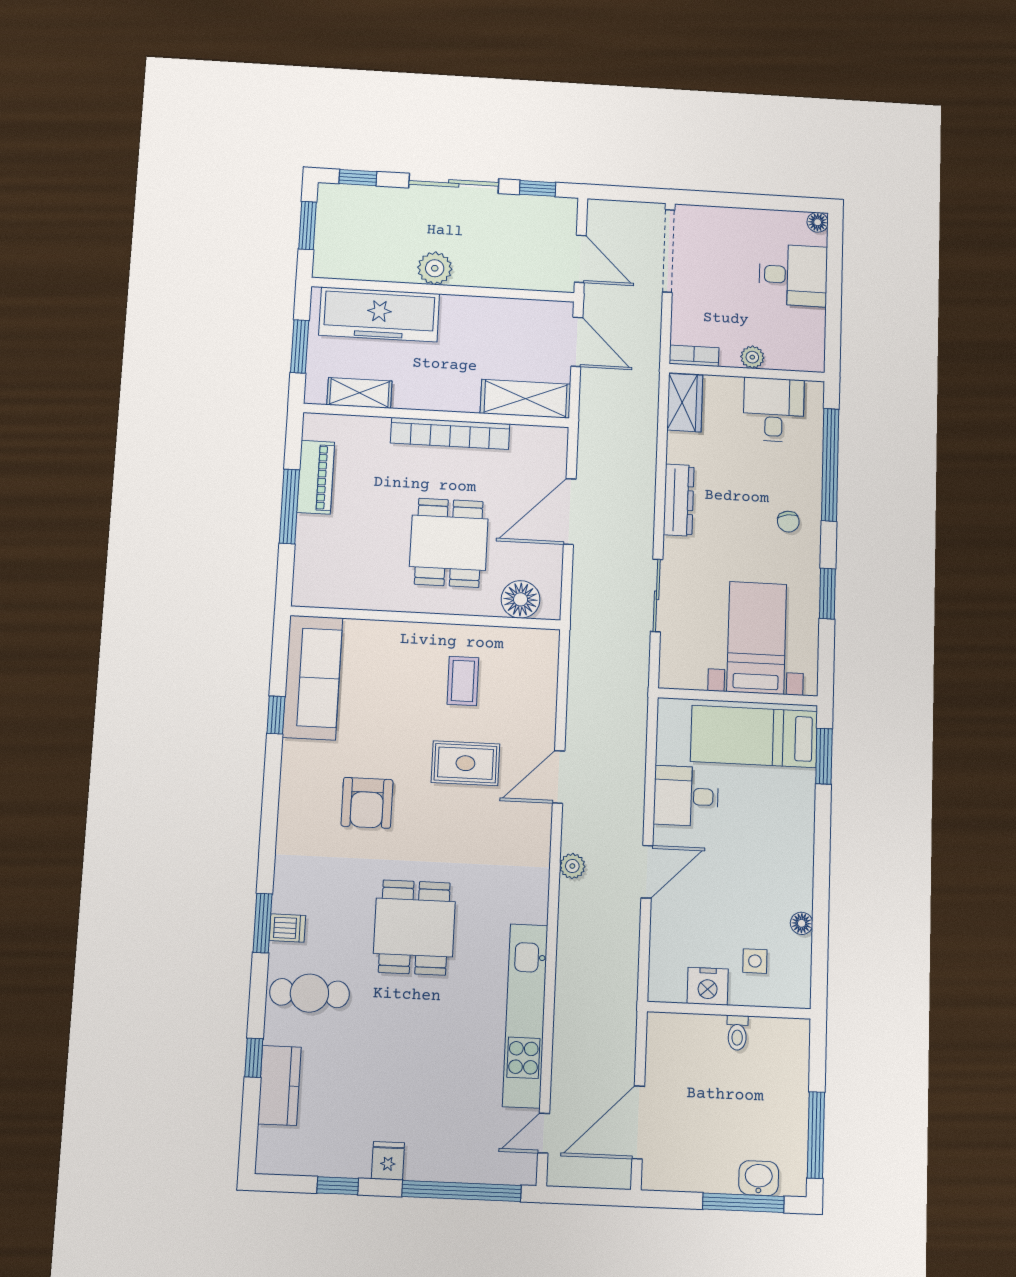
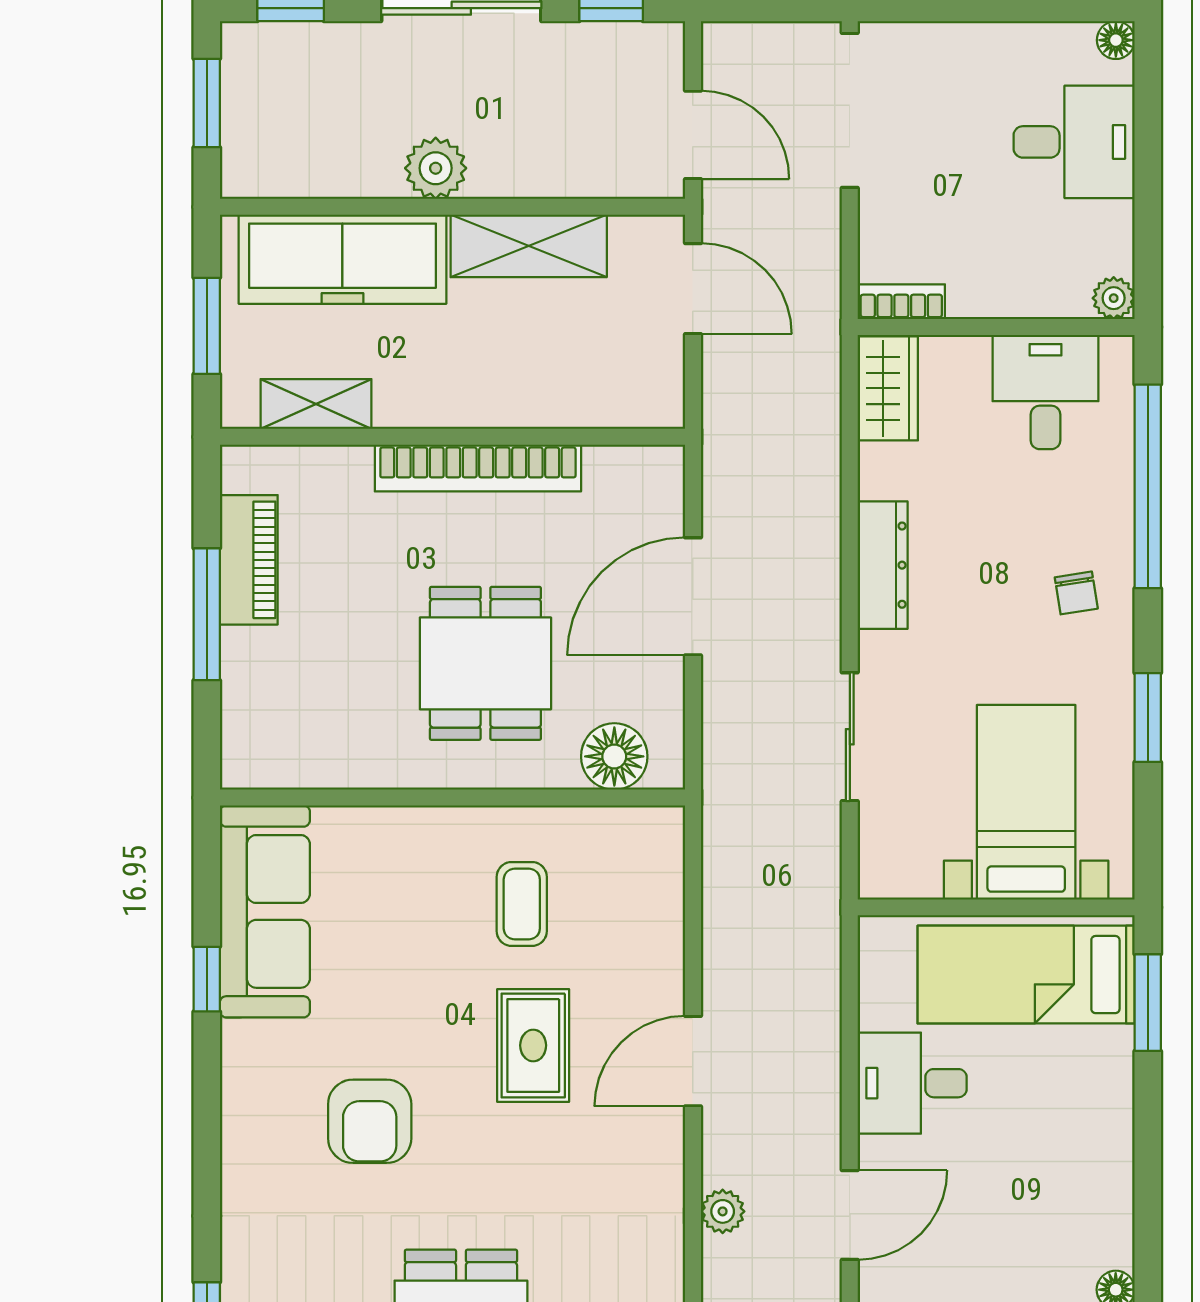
plant: (752, 357) -> (1114, 298), moved
shelving: (526, 399) -> (529, 246), moved
rug: (465, 763) -> (533, 1045), turned 90

